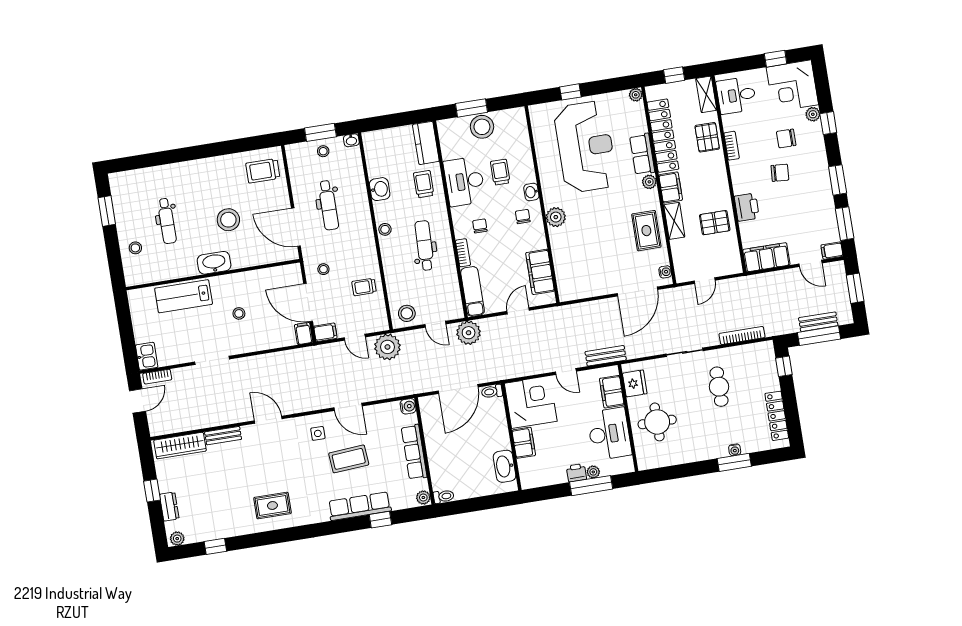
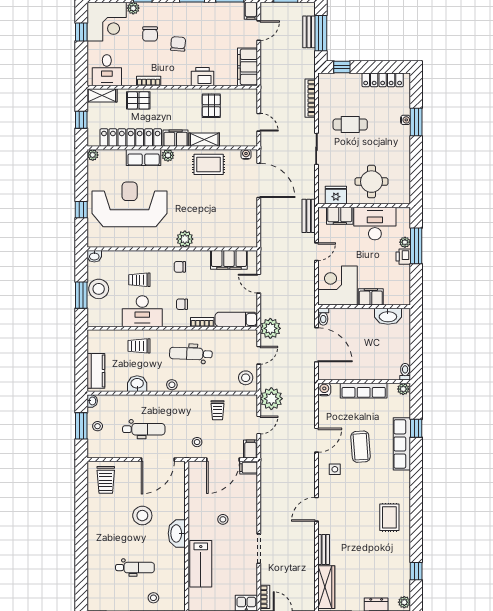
kitchen counter: (426, 143) -> (96, 371), moved, turned -90
washbasin: (531, 192) -> (94, 256), moved

